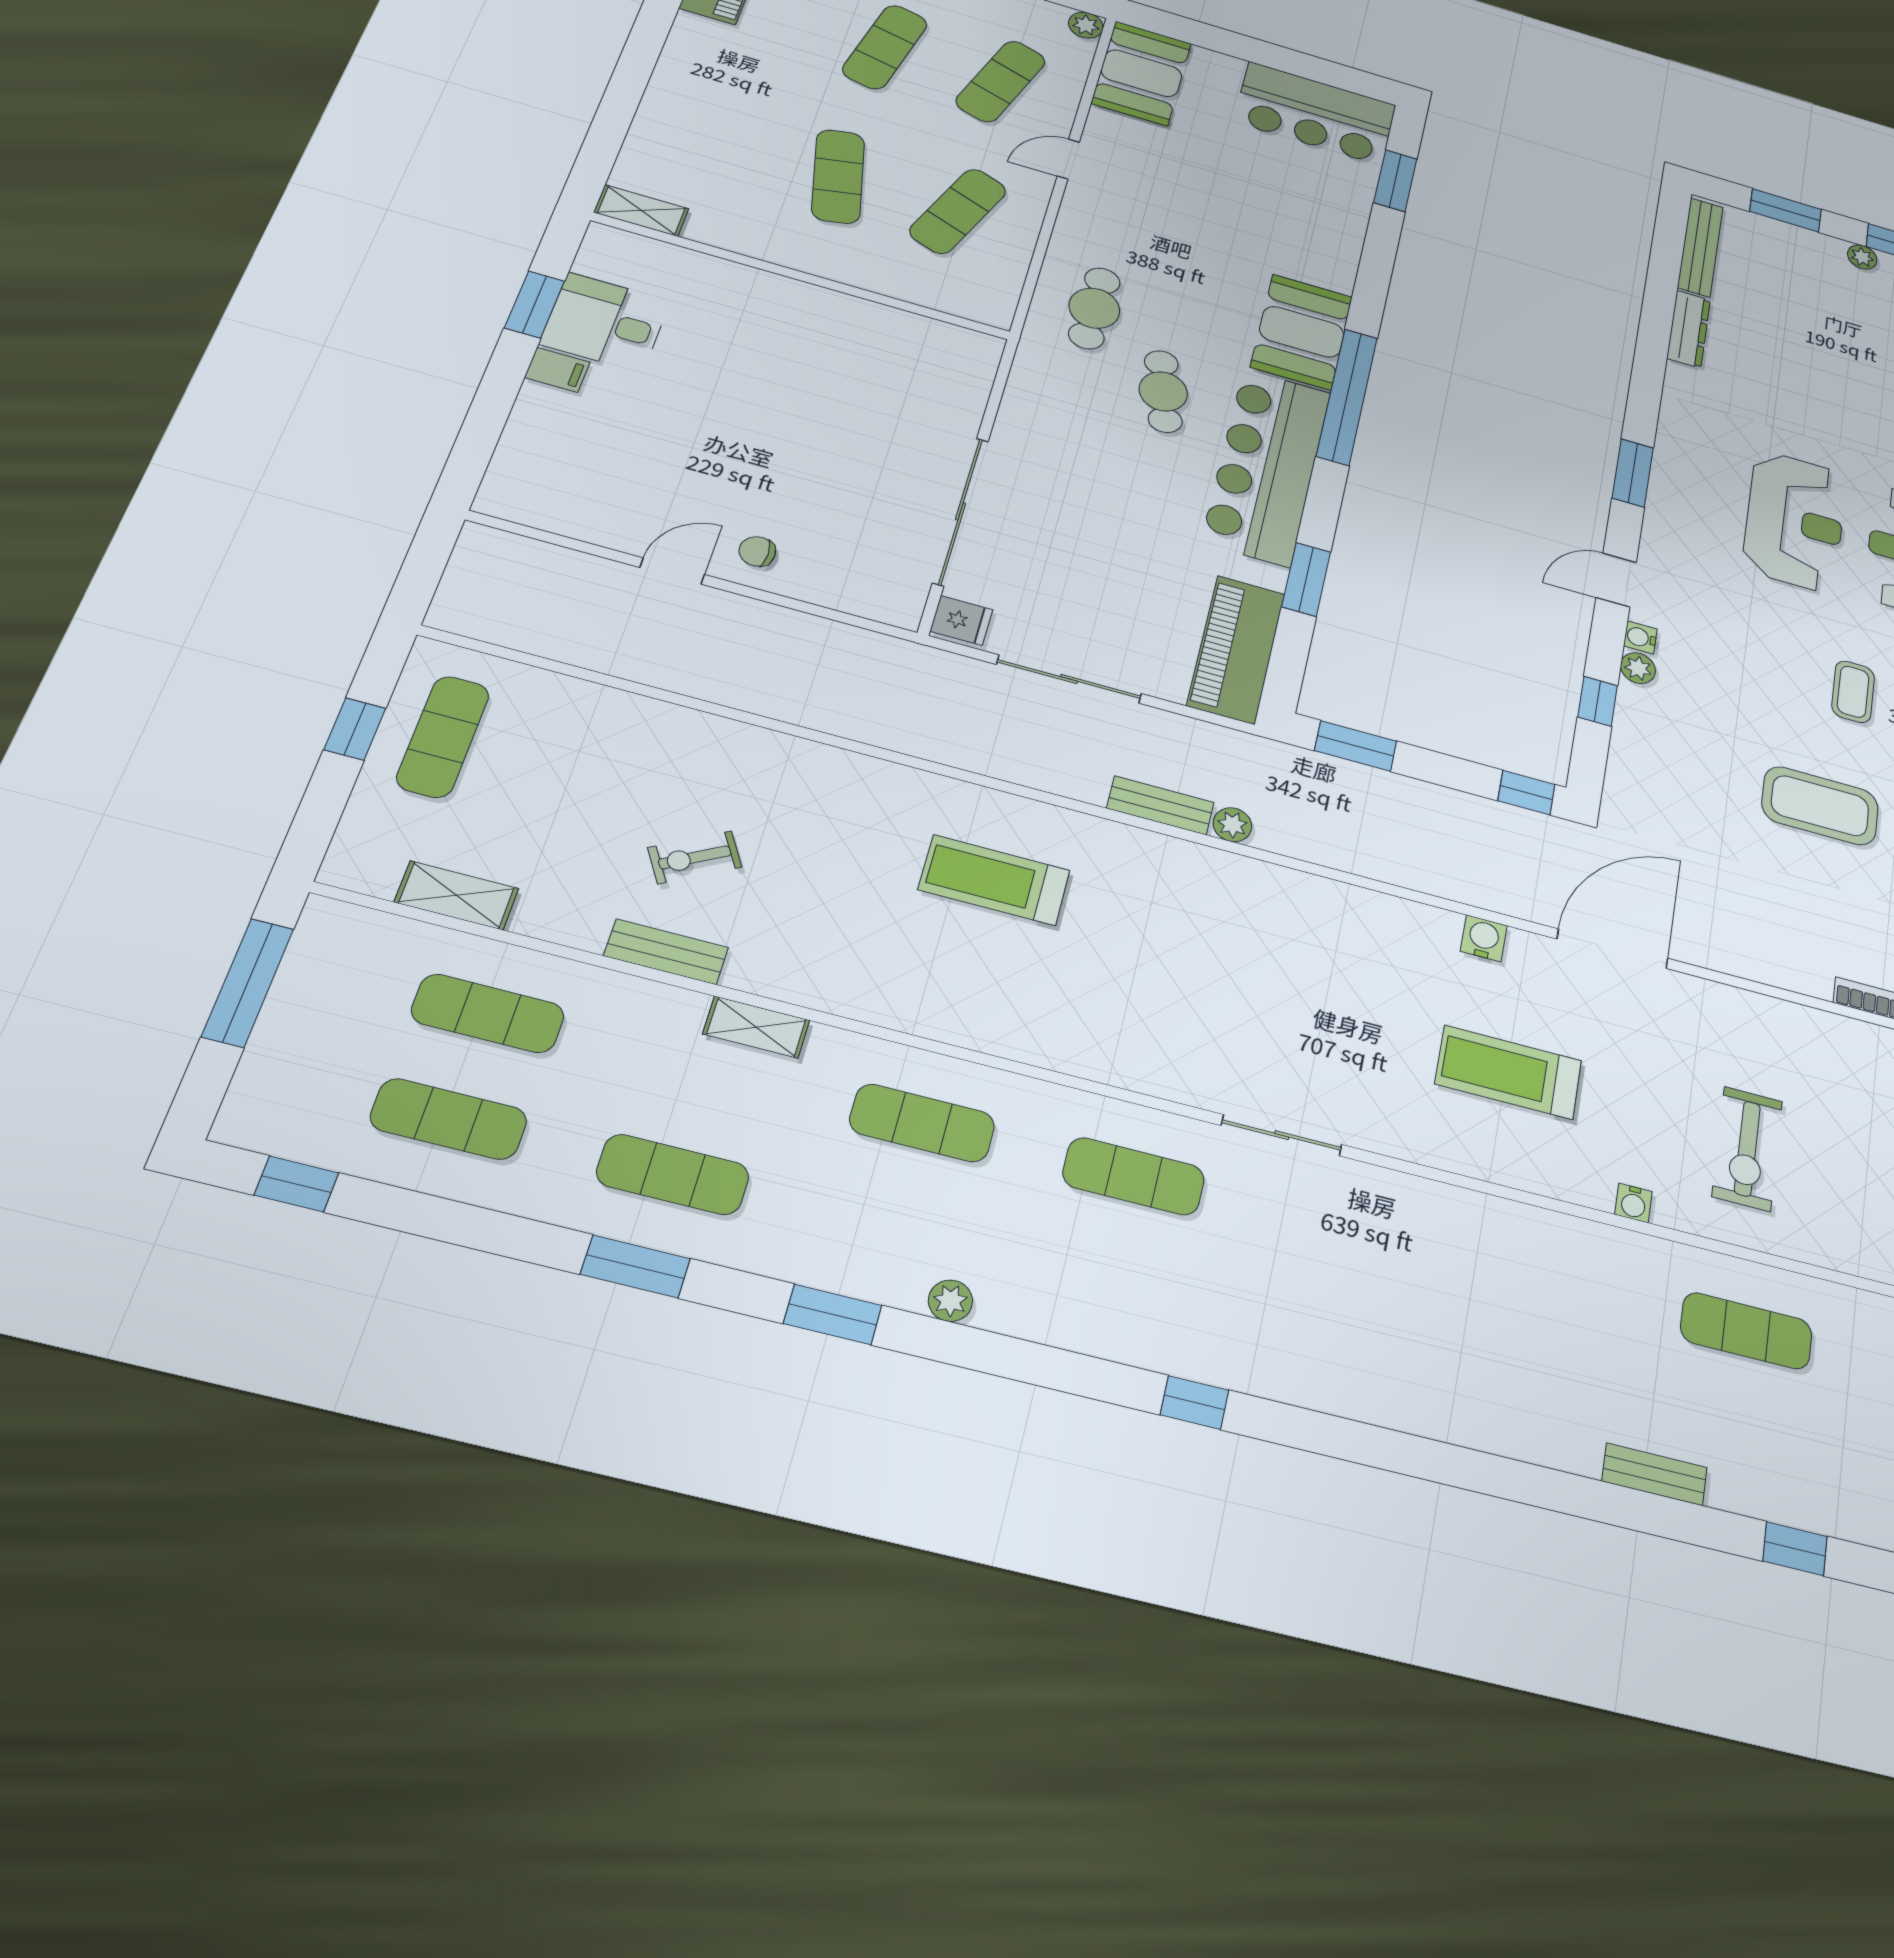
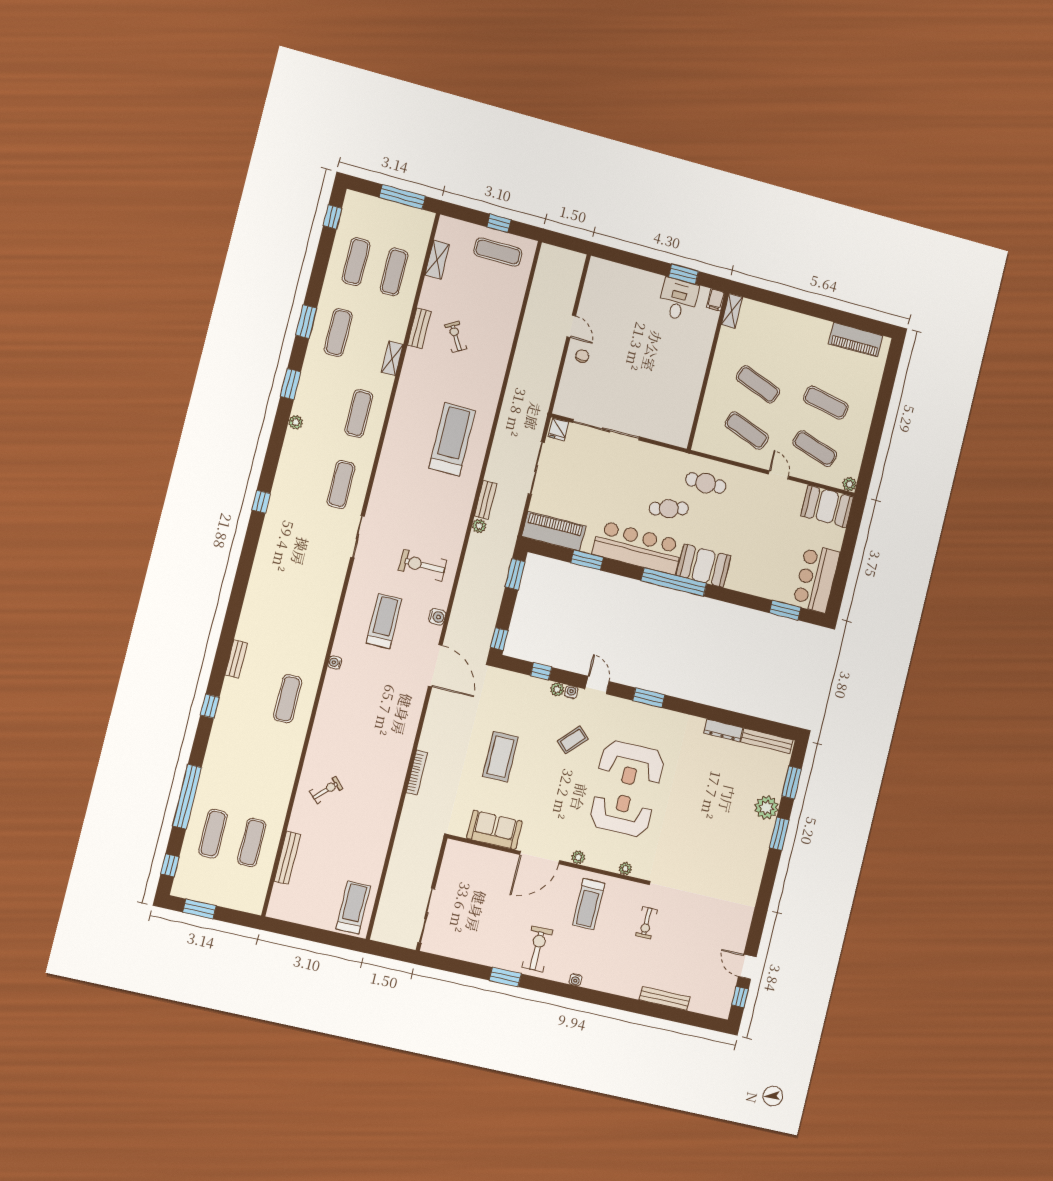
exercise mat: (838, 176) -> (758, 384), turned 33
plant: (1862, 257) -> (766, 808), width x1.88, depth x1.88
filing cabinet: (557, 370) -> (716, 300), moved
coffee table: (1853, 692) -> (573, 740), moved, turned -47
treadmill: (994, 880) -> (452, 439), width x1.37, depth x1.38
exercise bike: (1747, 1149) -> (423, 565), moved

